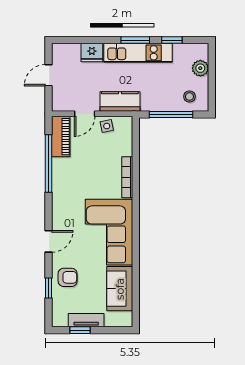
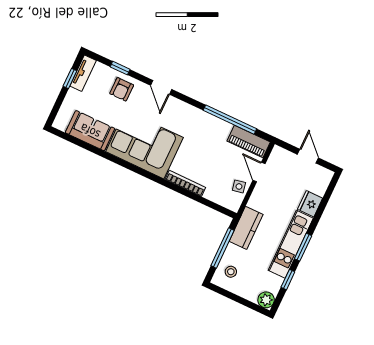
plant: (200, 68) -> (266, 300), moved
kitchen counter: (120, 101) -> (246, 228), moved
tv unit: (86, 320) -> (83, 73), moved

